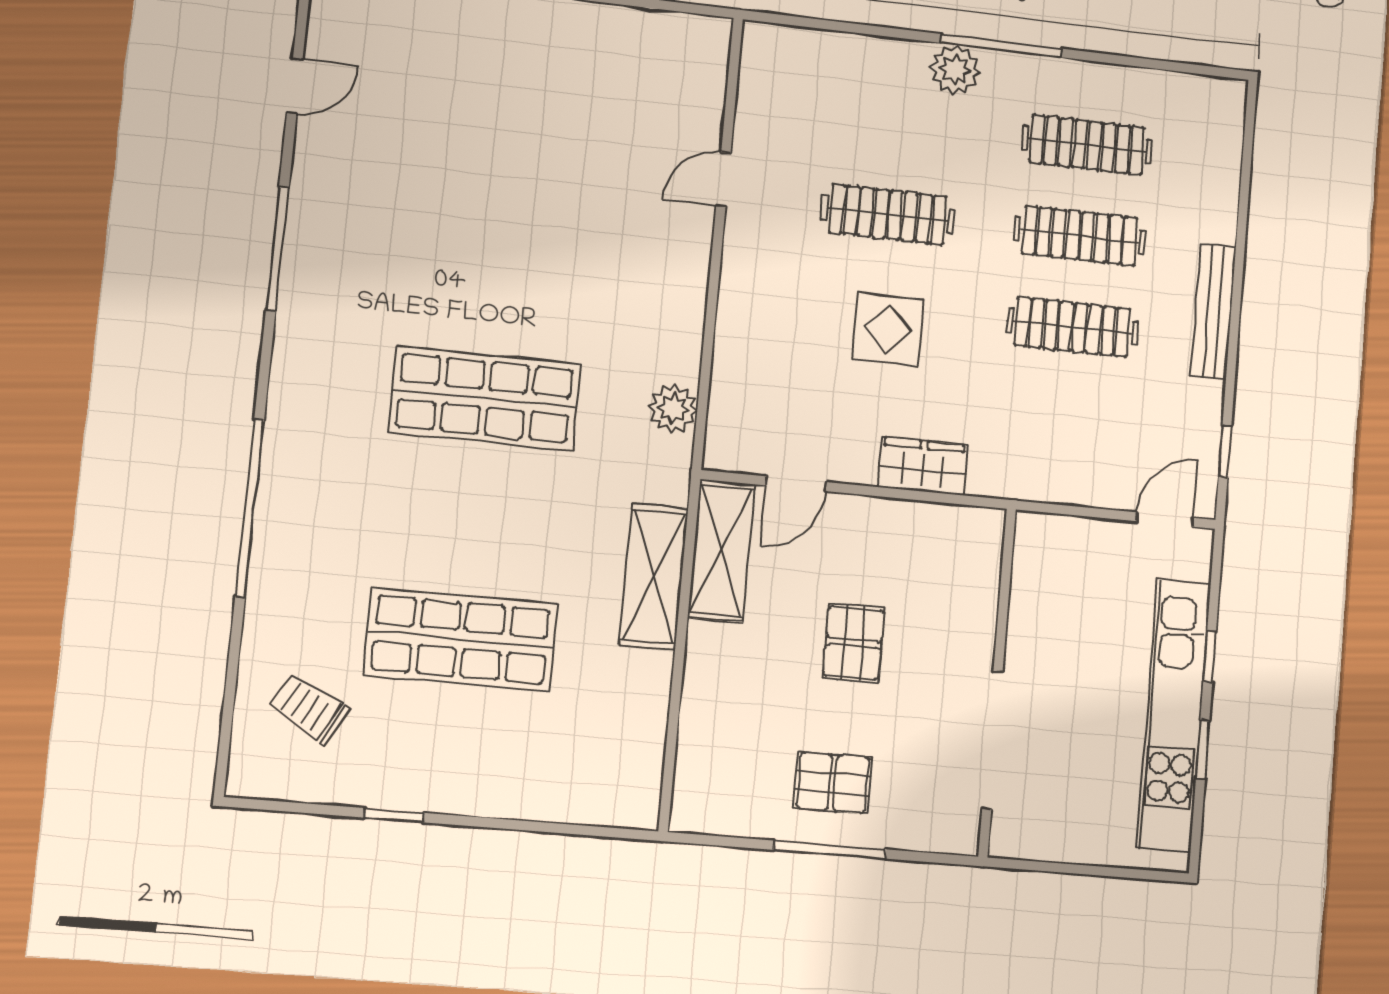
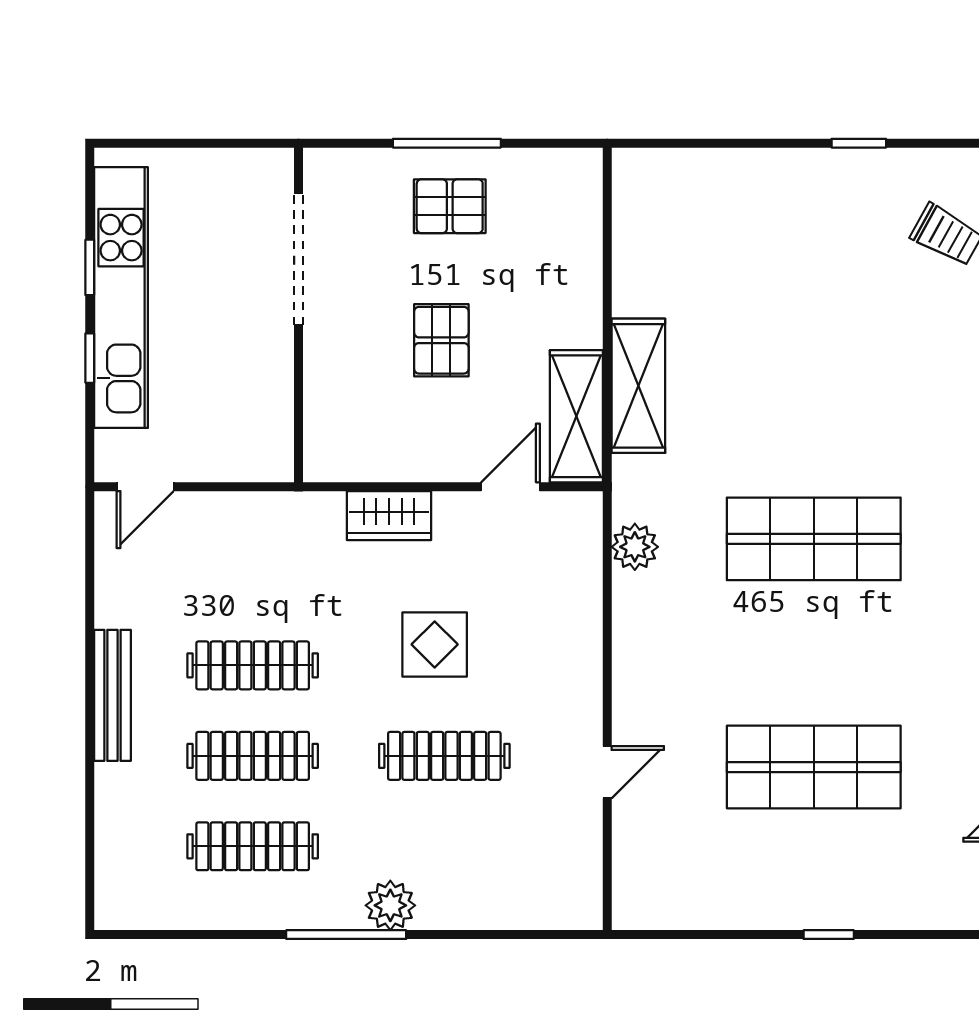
window: (1225, 451) -> (90, 559), removed
shop shelf: (461, 639) -> (814, 767), moved

